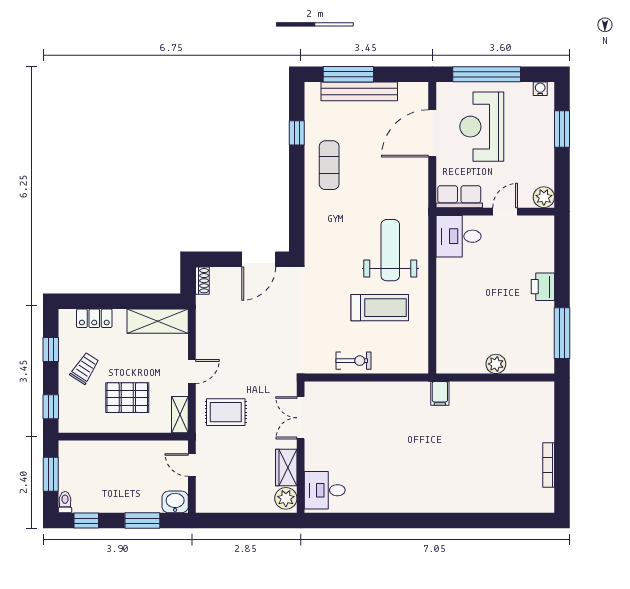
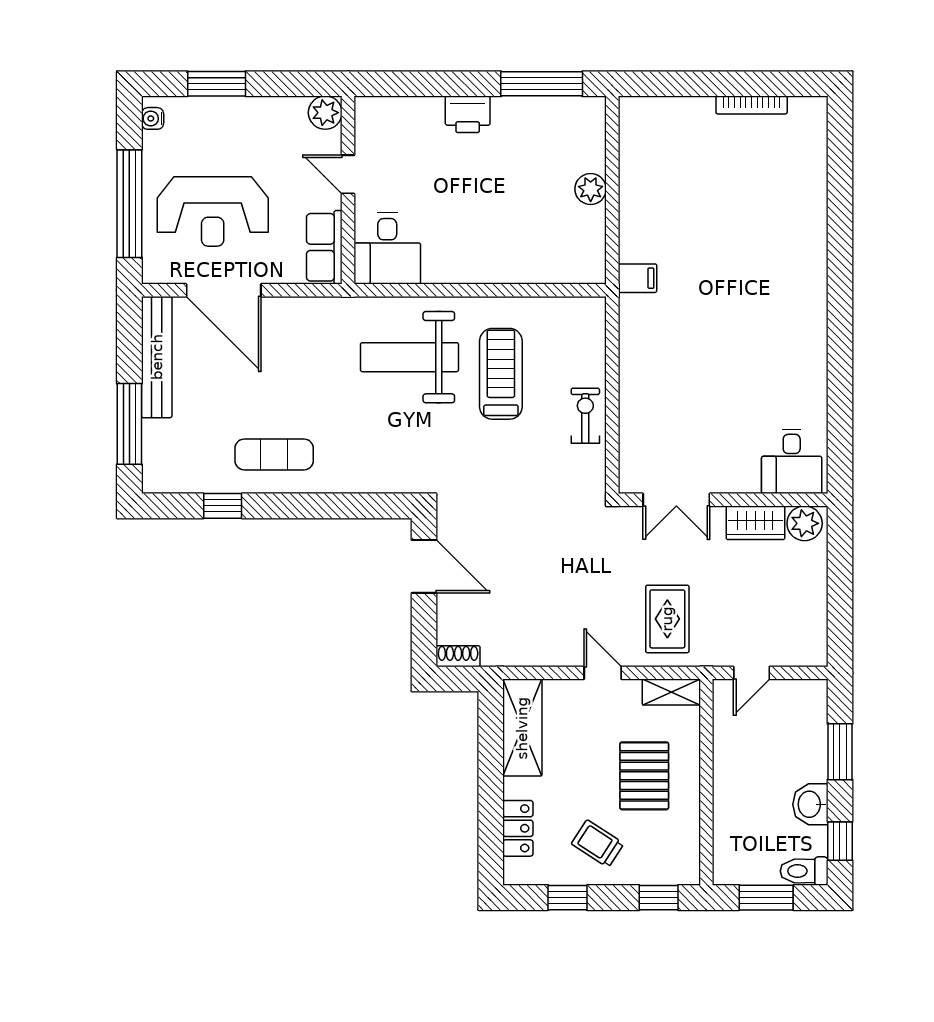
bench: (359, 91) -> (157, 357), moved
toilet: (65, 502) -> (804, 871), width x1.37, depth x1.39
washbasin: (175, 502) -> (810, 804), moved

